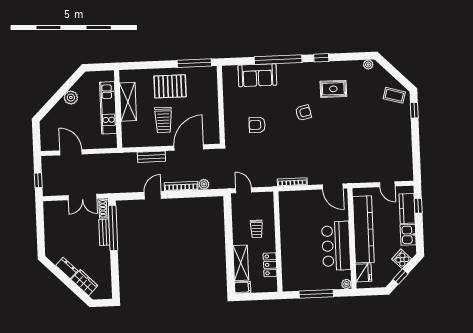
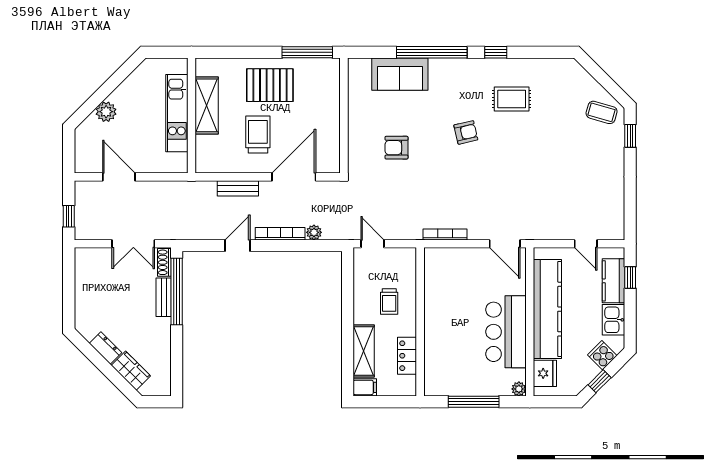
plant: (368, 65) -> (565, 65), removed
plant: (71, 98) -> (106, 112), moved
trolley: (163, 120) -> (258, 134), turned 180

